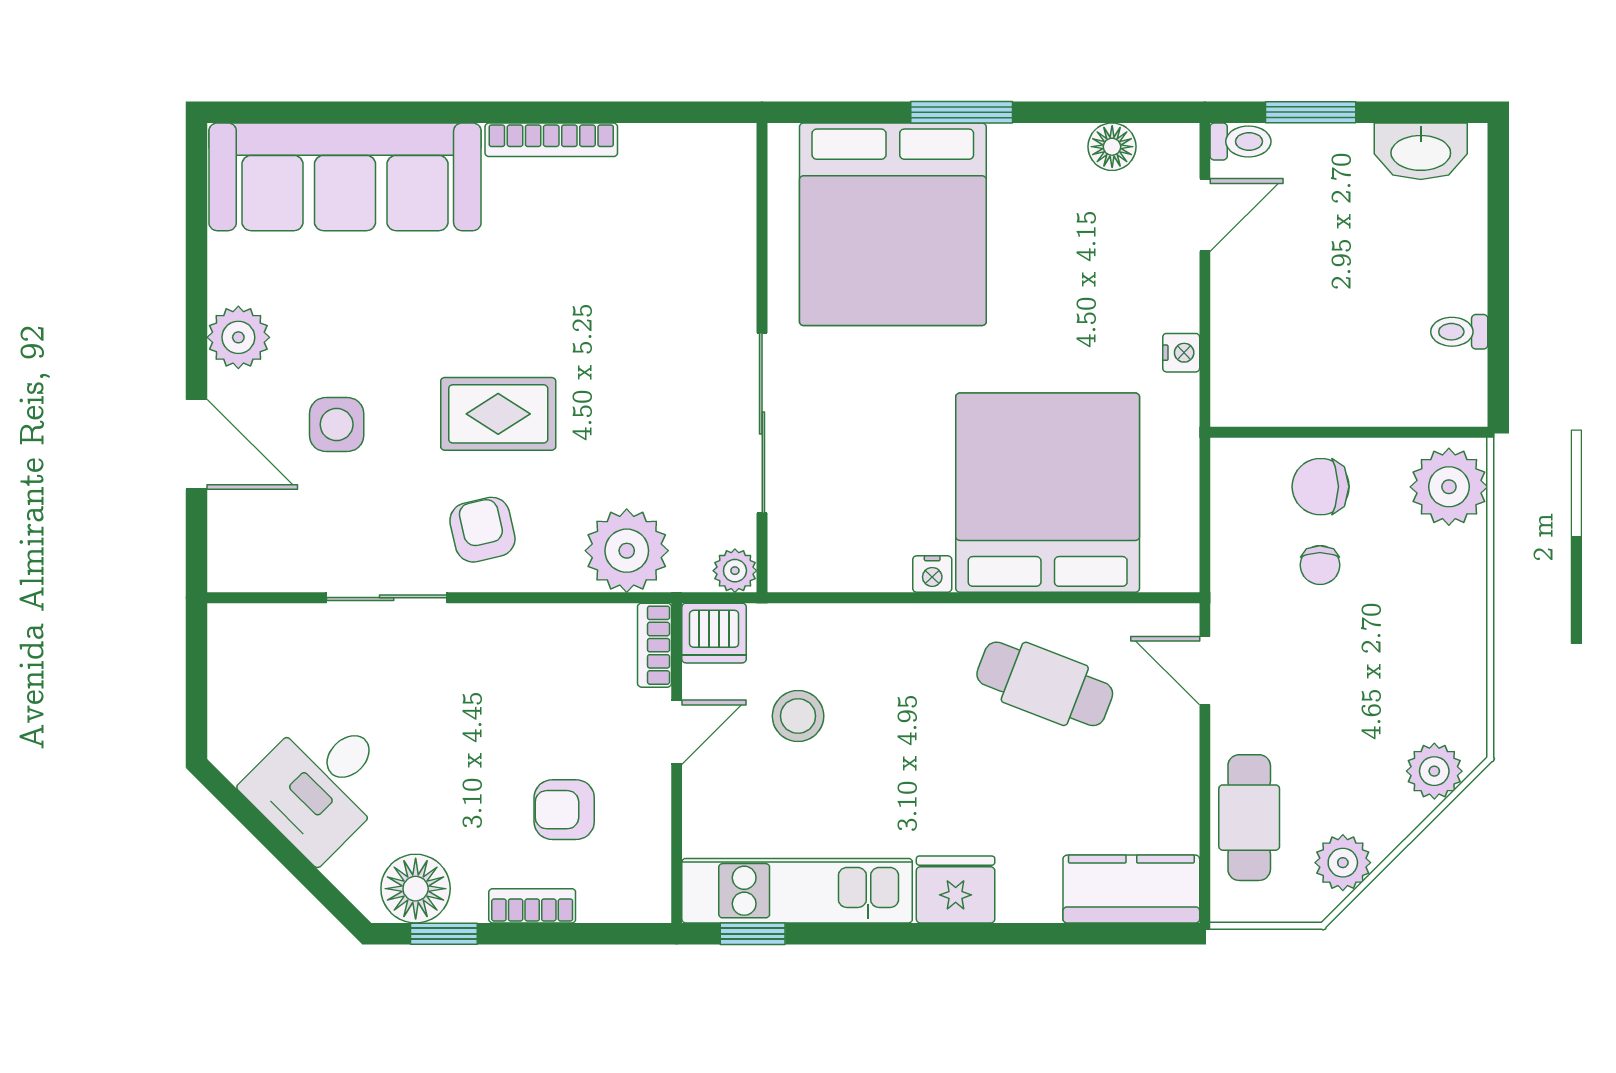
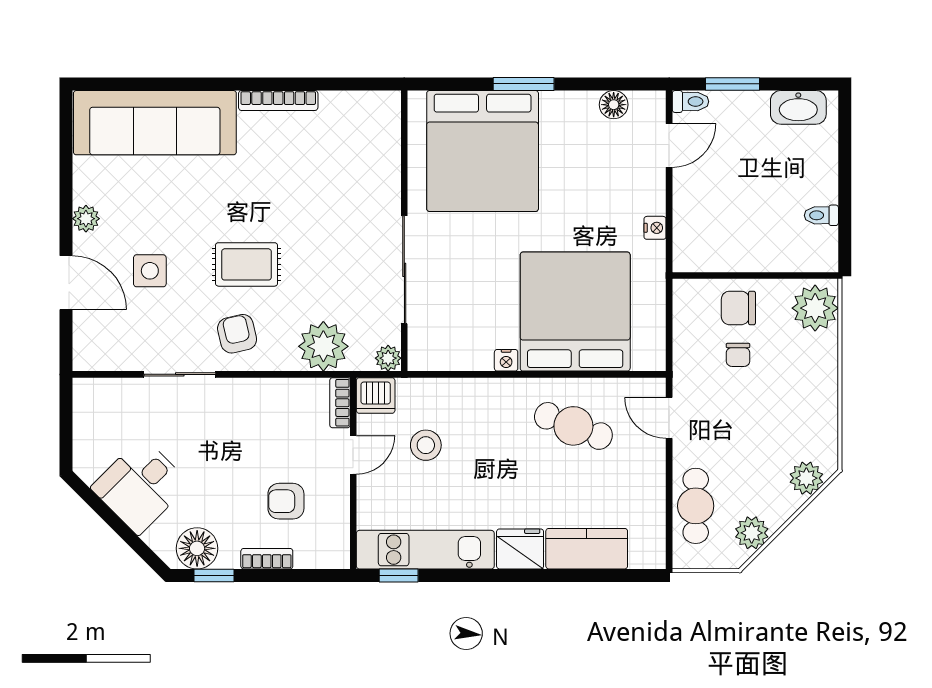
plant: (238, 337) -> (86, 219), width x0.73, depth x0.73
kitchen counter: (1131, 889) -> (587, 549), moved

